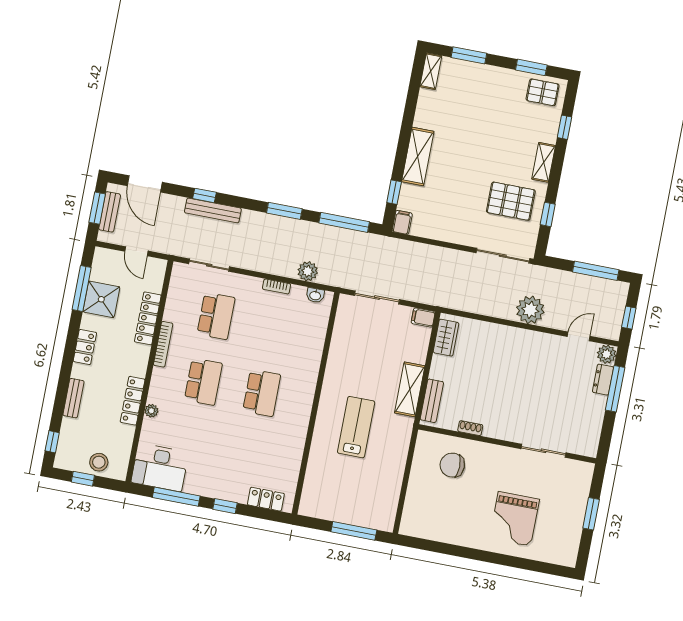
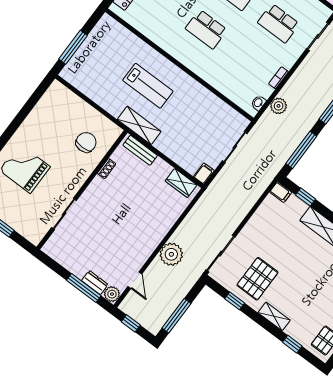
shelving: (410, 389) -> (139, 125), moved

